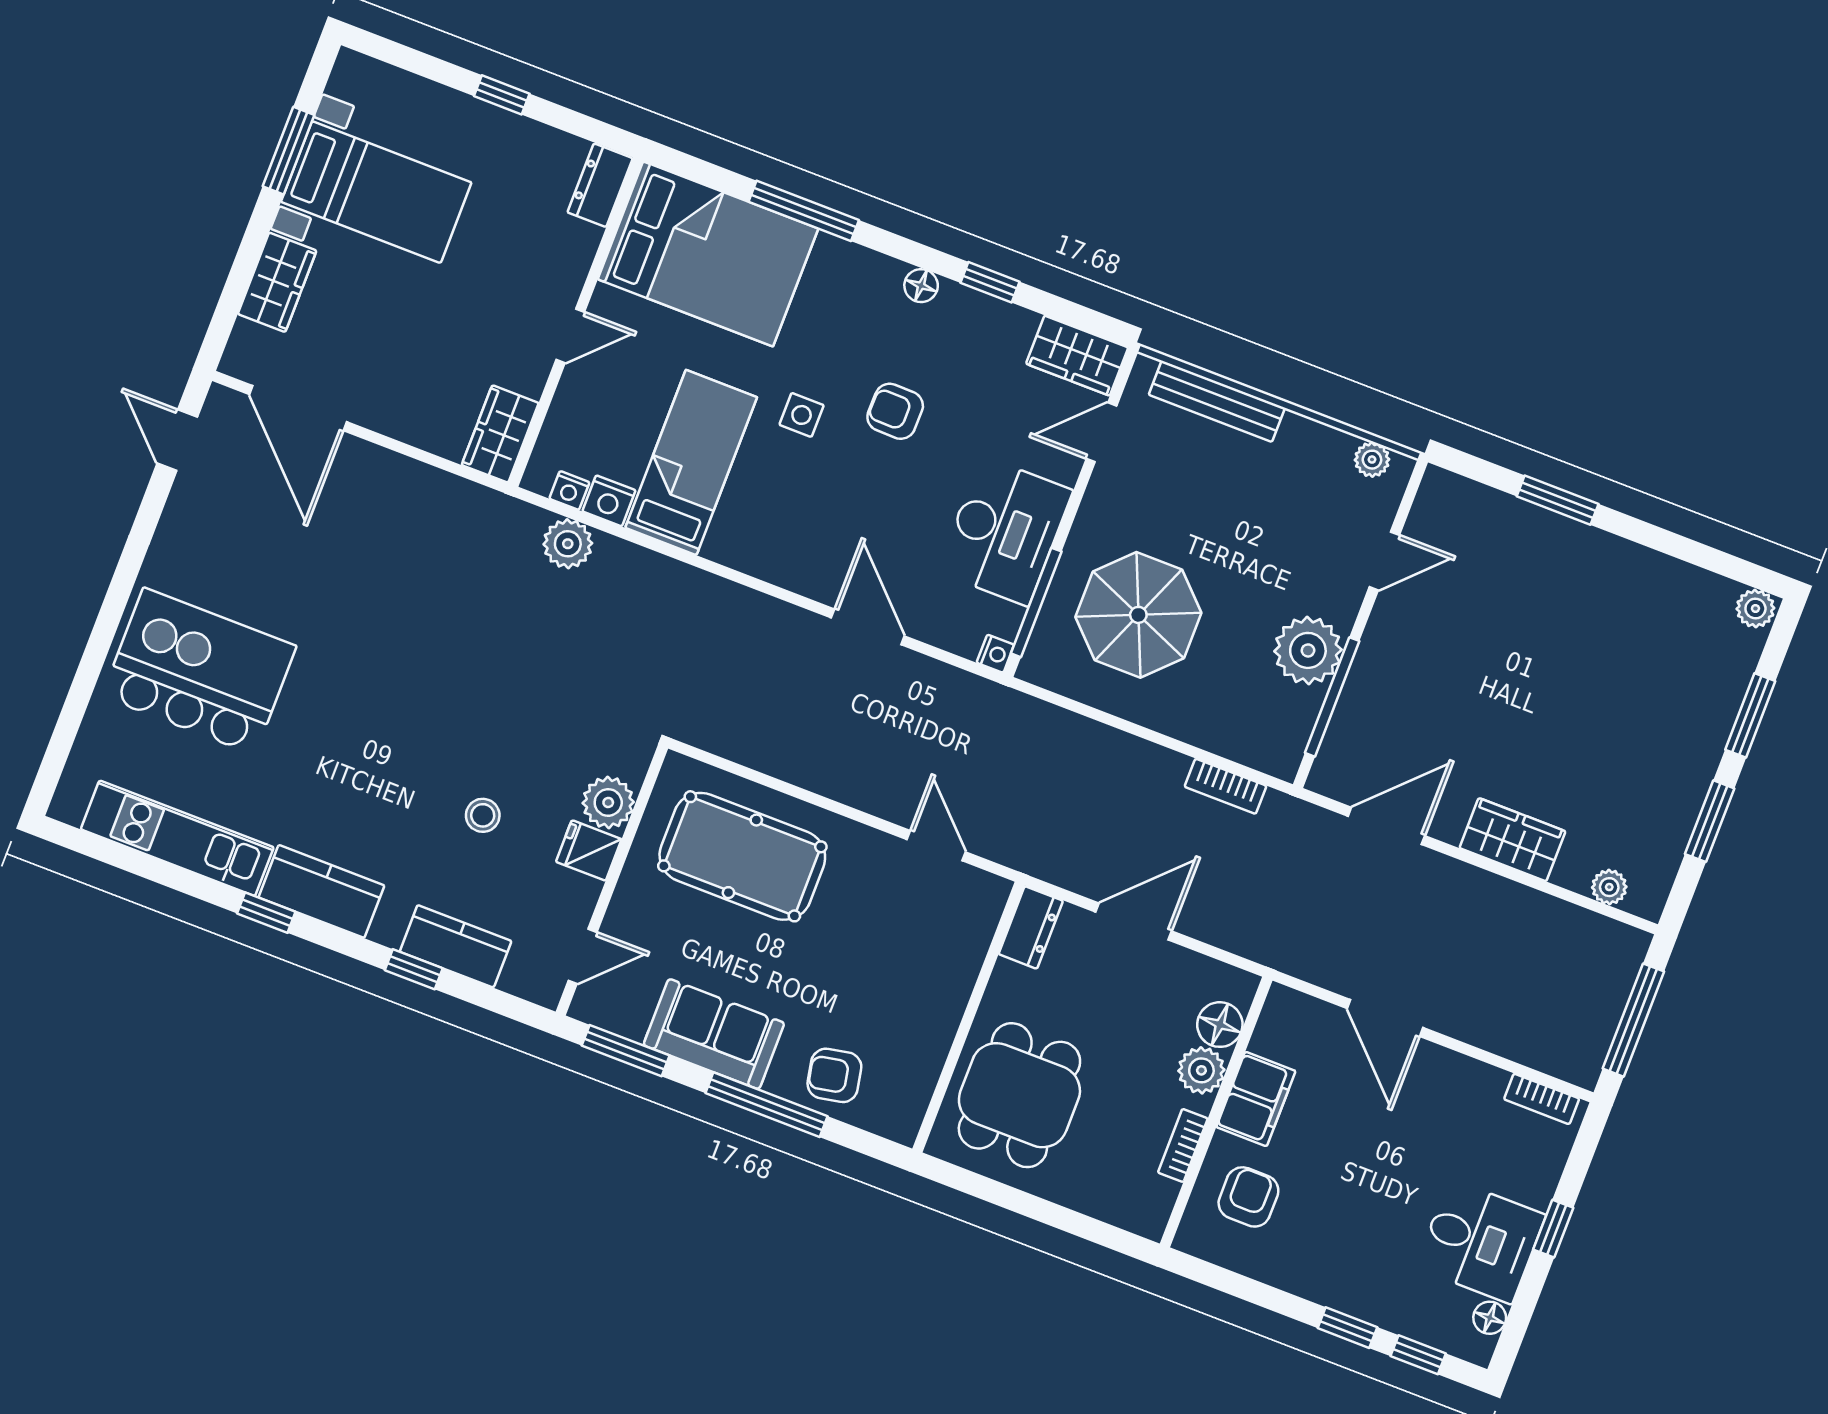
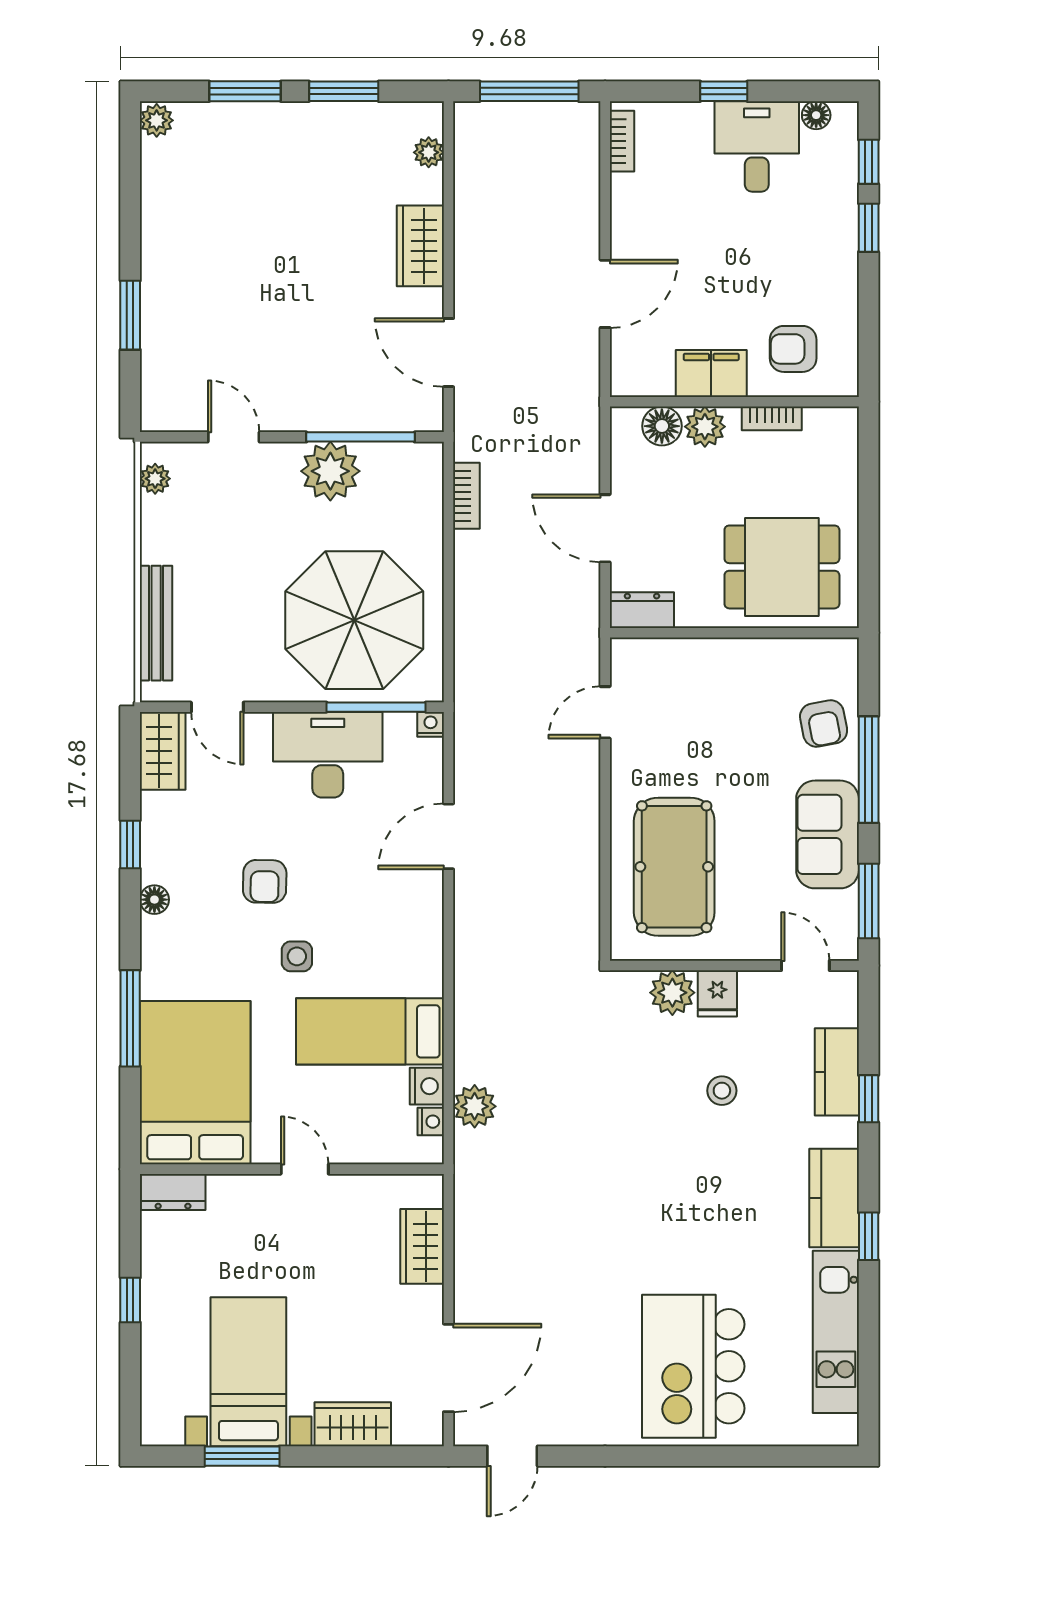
wardrobe: (500, 434) -> (422, 1246), moved, turned 90
parasol: (1138, 615) -> (354, 620), width x1.36, depth x1.36

